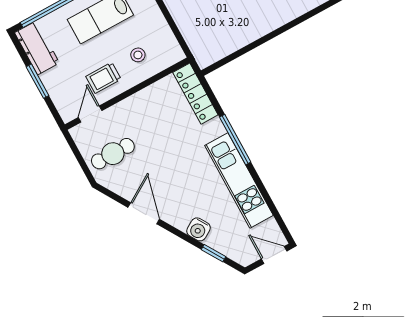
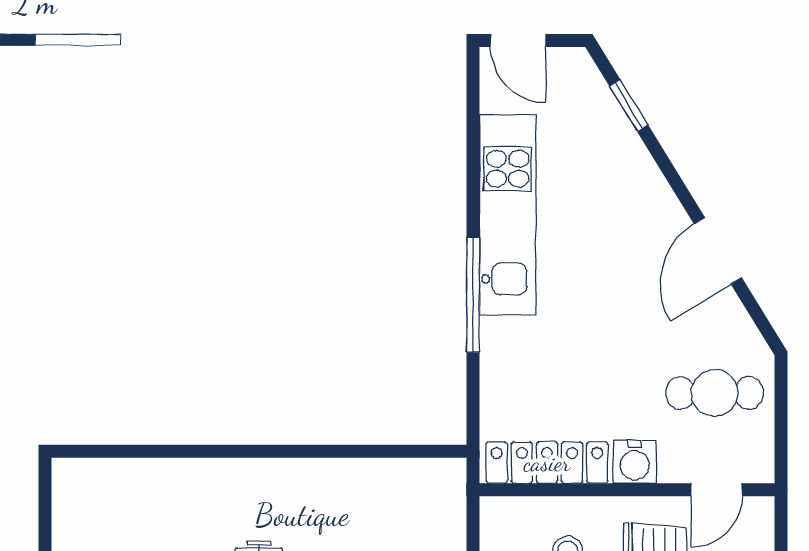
locker: (195, 94) -> (547, 463), moved, turned -90
water cooler: (199, 229) -> (635, 462), moved, turned 122

